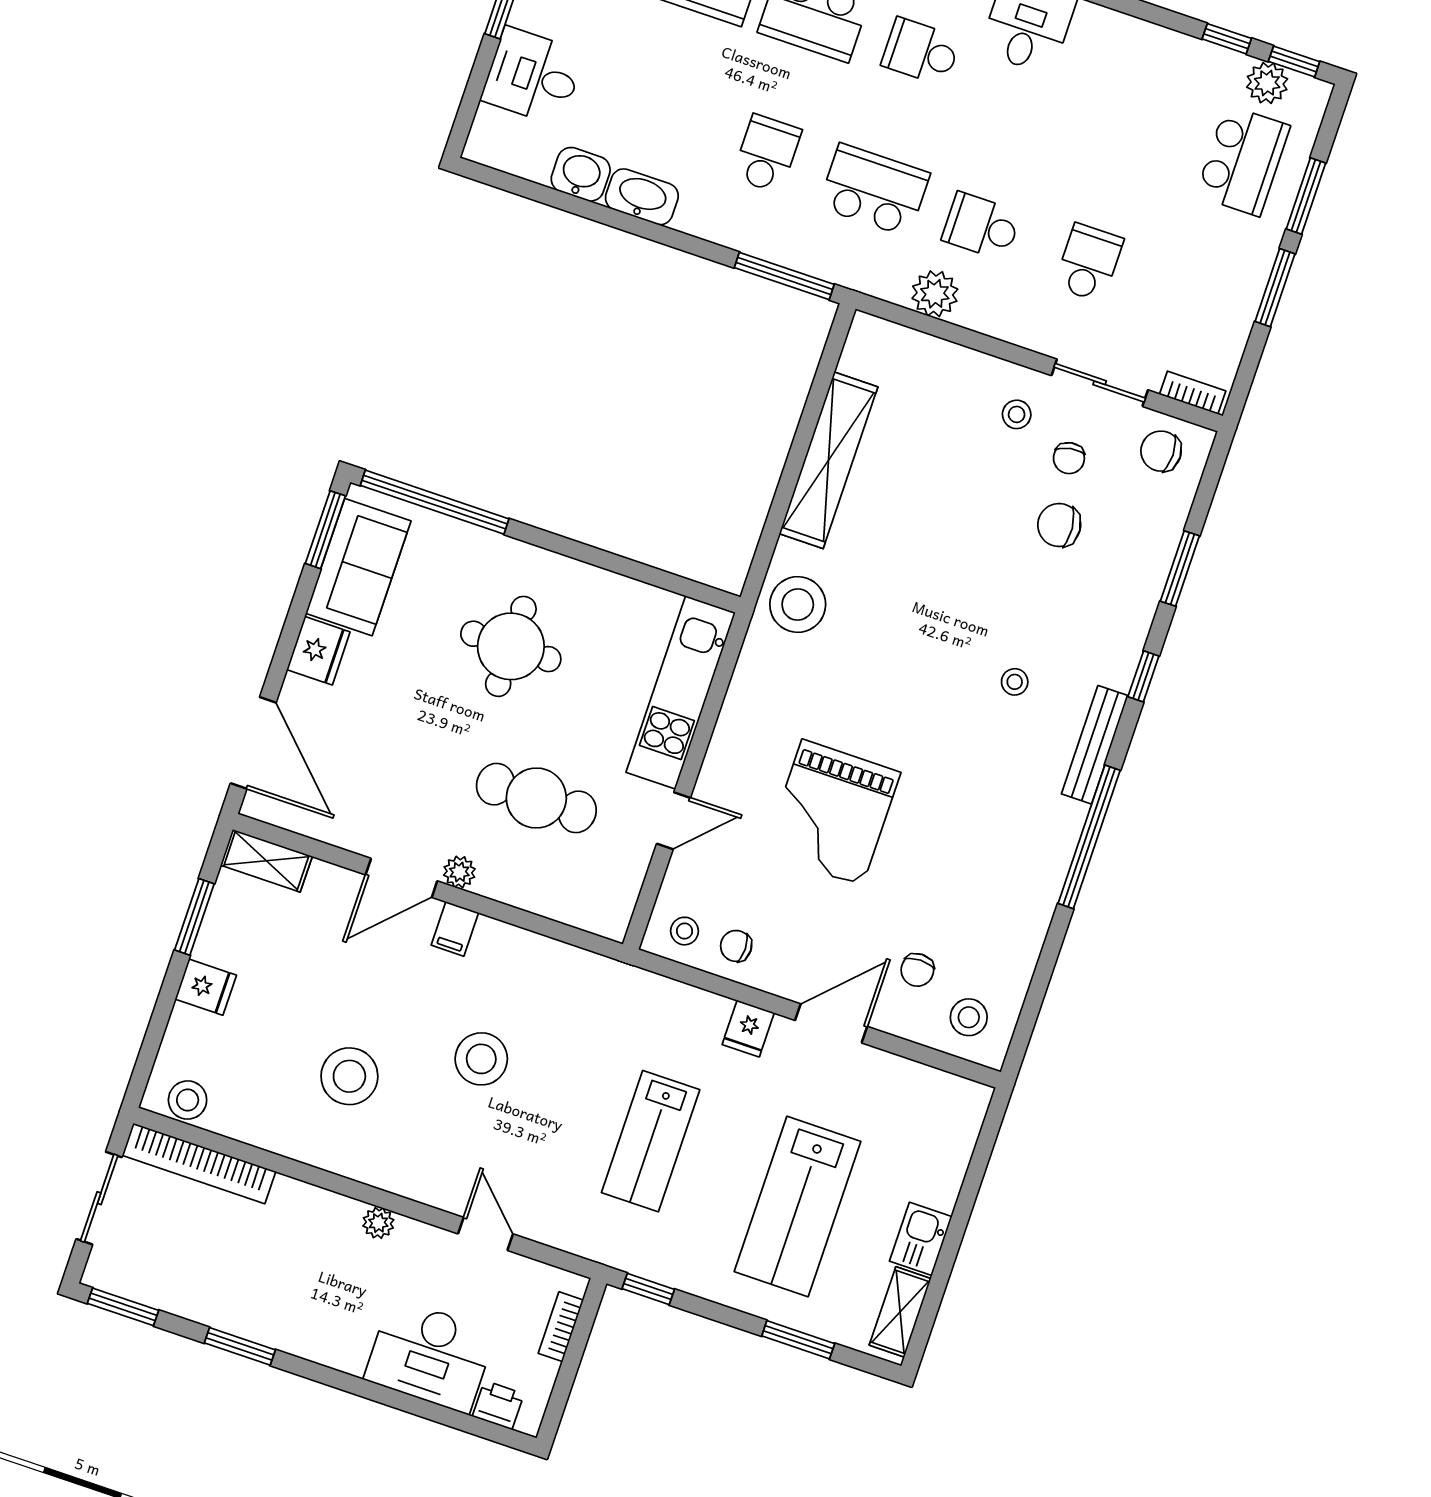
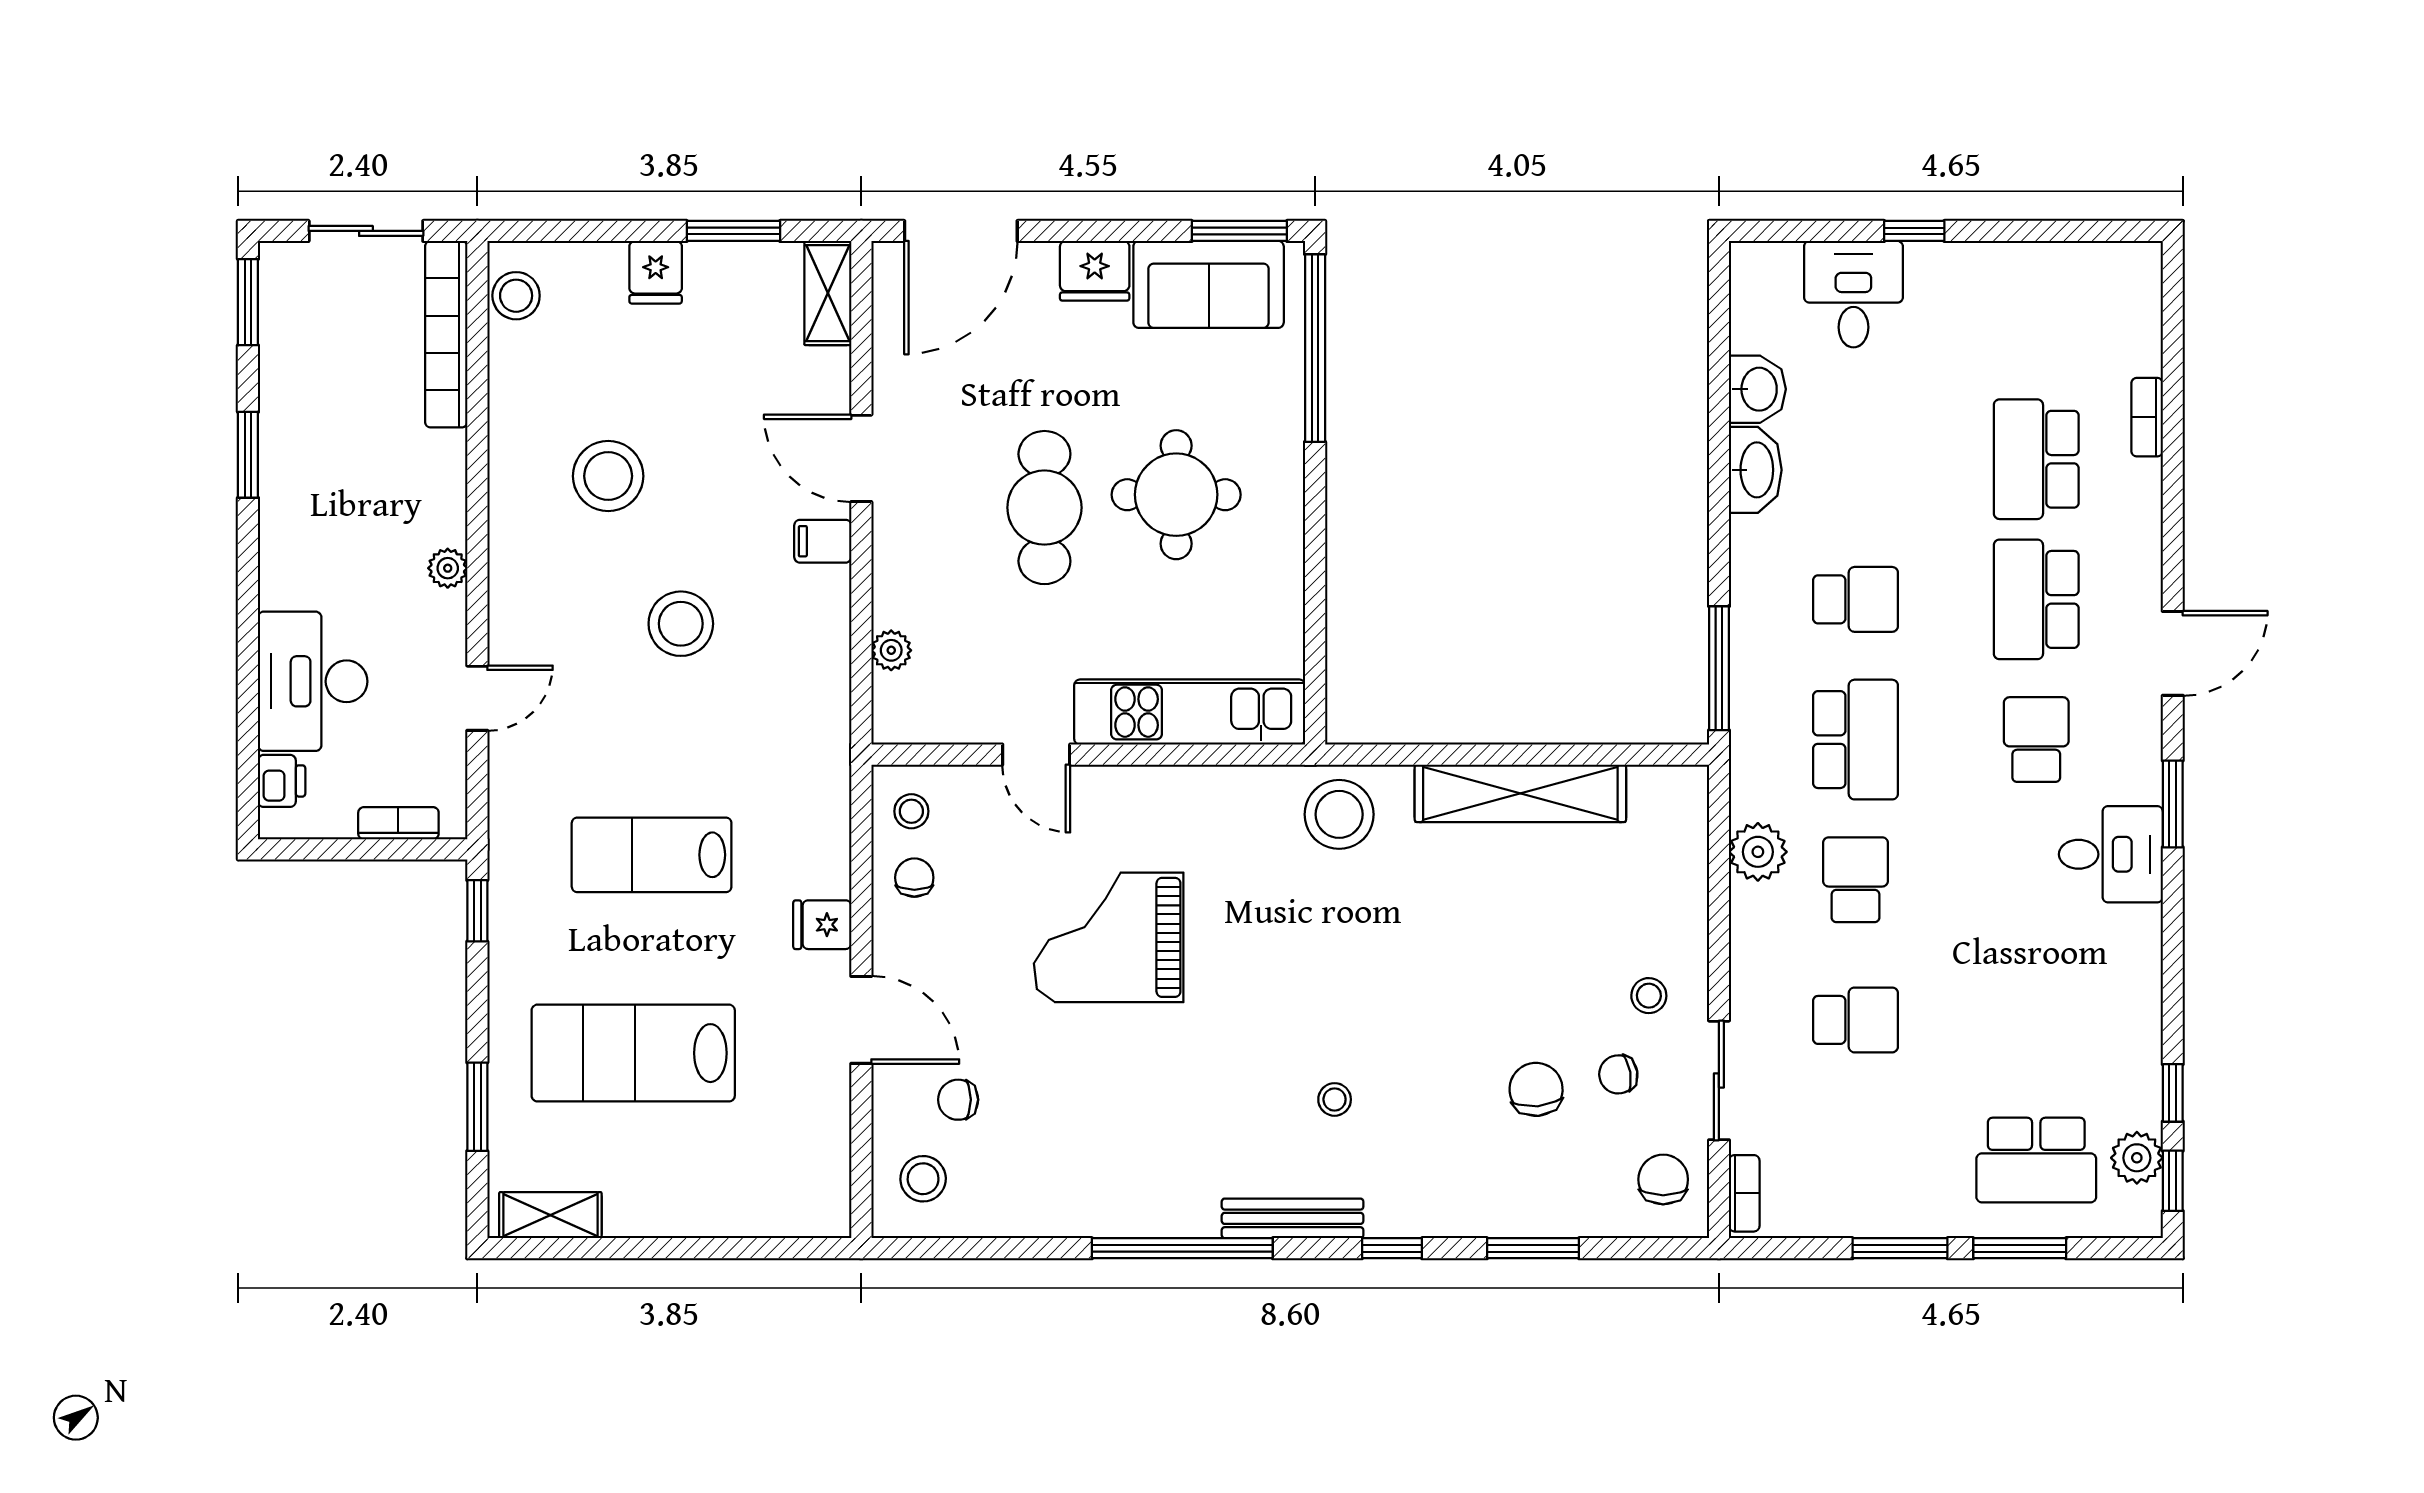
cafe table: (536, 798) -> (1044, 508), moved
plant: (459, 872) -> (891, 650), moved
kitchen sink: (921, 1239) -> (644, 1210), removed

